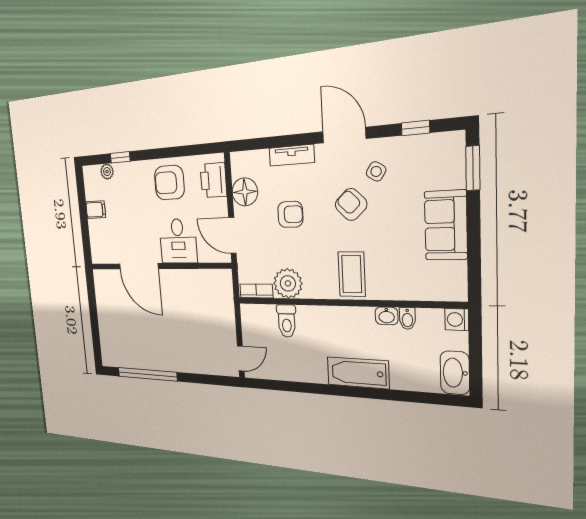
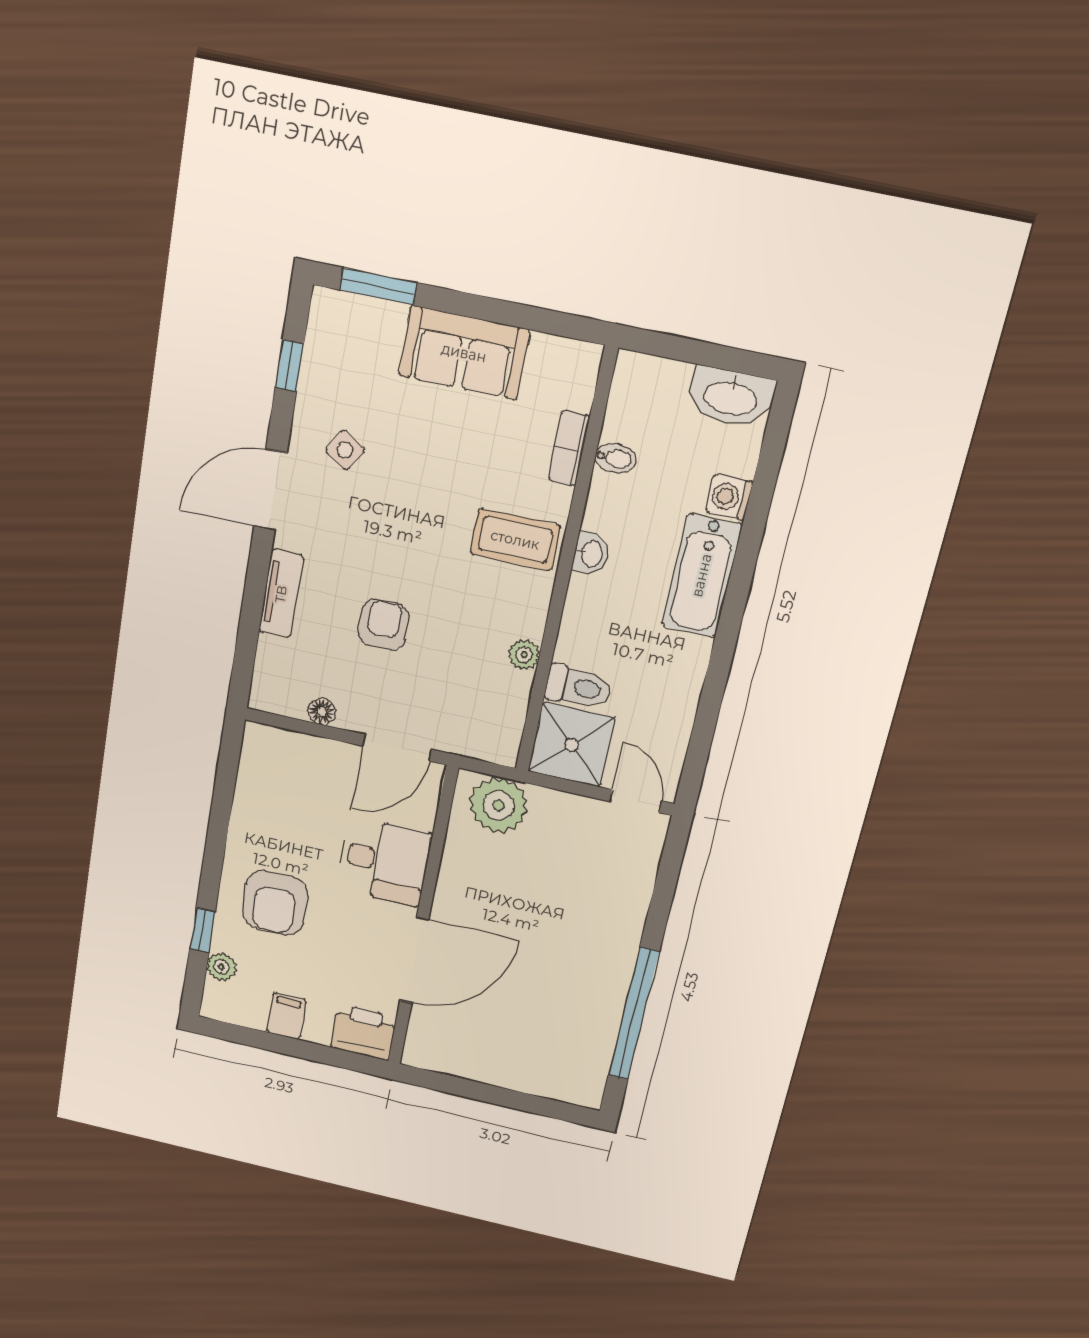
printer: (213, 180) -> (363, 1032), moved, turned 180
armchair: (169, 183) -> (275, 903), moved
floor lamp: (245, 192) -> (322, 712), width x0.53, depth x0.53
armchair: (351, 204) -> (391, 509), removed
plant: (288, 283) -> (524, 655), width x0.53, depth x0.53
bookcase: (256, 291) -> (569, 448), moved
plant: (220, 292) -> (499, 805), added
washbasin: (387, 316) -> (591, 554), moved
washing machine: (457, 320) -> (729, 497), moved, turned 90
shower: (258, 323) -> (571, 745), added

